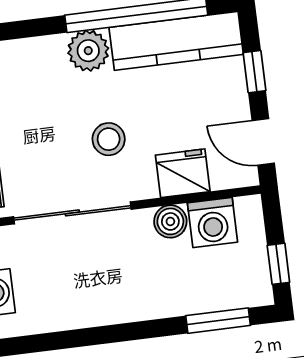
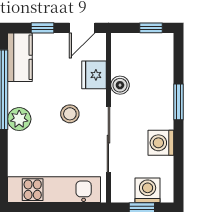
kitchen counter: (176, 41) -> (20, 57), width x0.67
washing machine: (213, 223) -> (161, 143), moved, turned 180
window: (218, 321) -> (178, 102), moved

